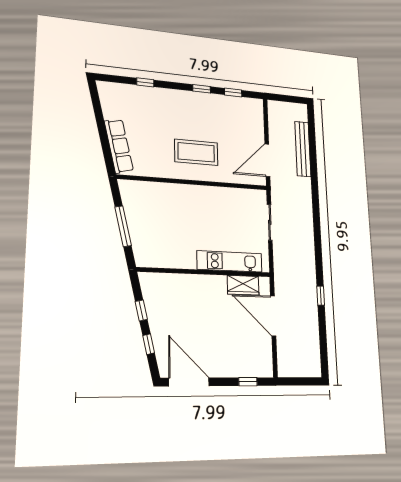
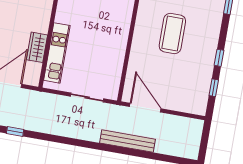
bench: (303, 149) -> (127, 141), moved
coffee table: (196, 152) -> (172, 33), moved
wardrobe: (243, 285) -> (37, 47), moved

